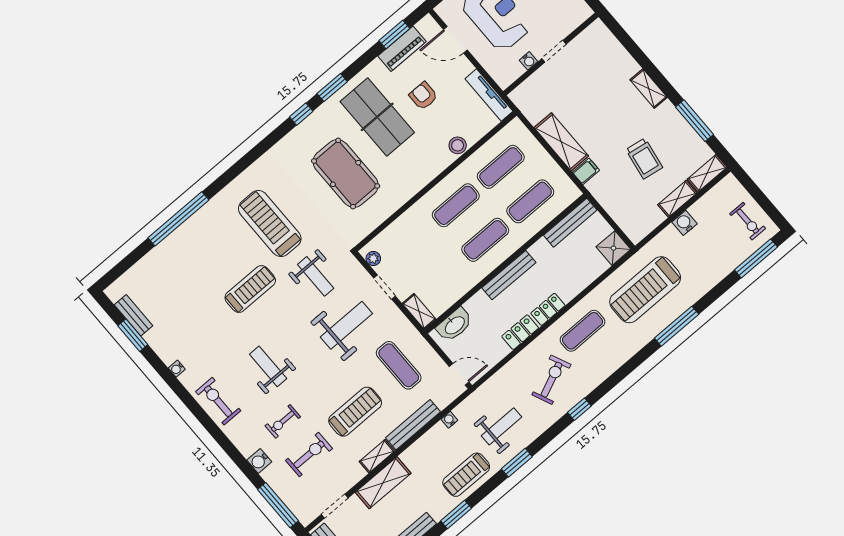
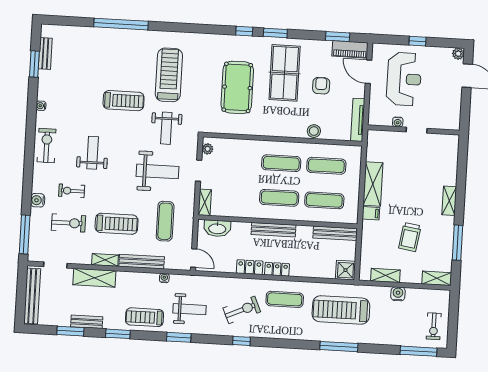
piano: (402, 49) -> (350, 49), moved
shelving: (677, 199) -> (385, 275), moved

